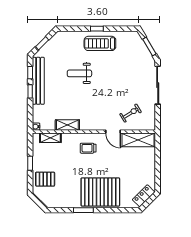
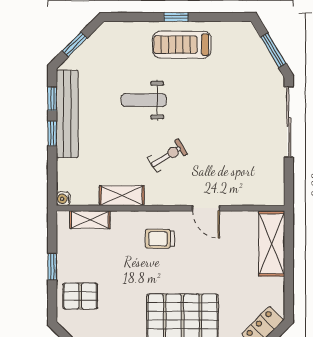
exercise bike: (131, 113) -> (168, 156), moved
shelving: (138, 140) -> (272, 244), moved, turned 90

